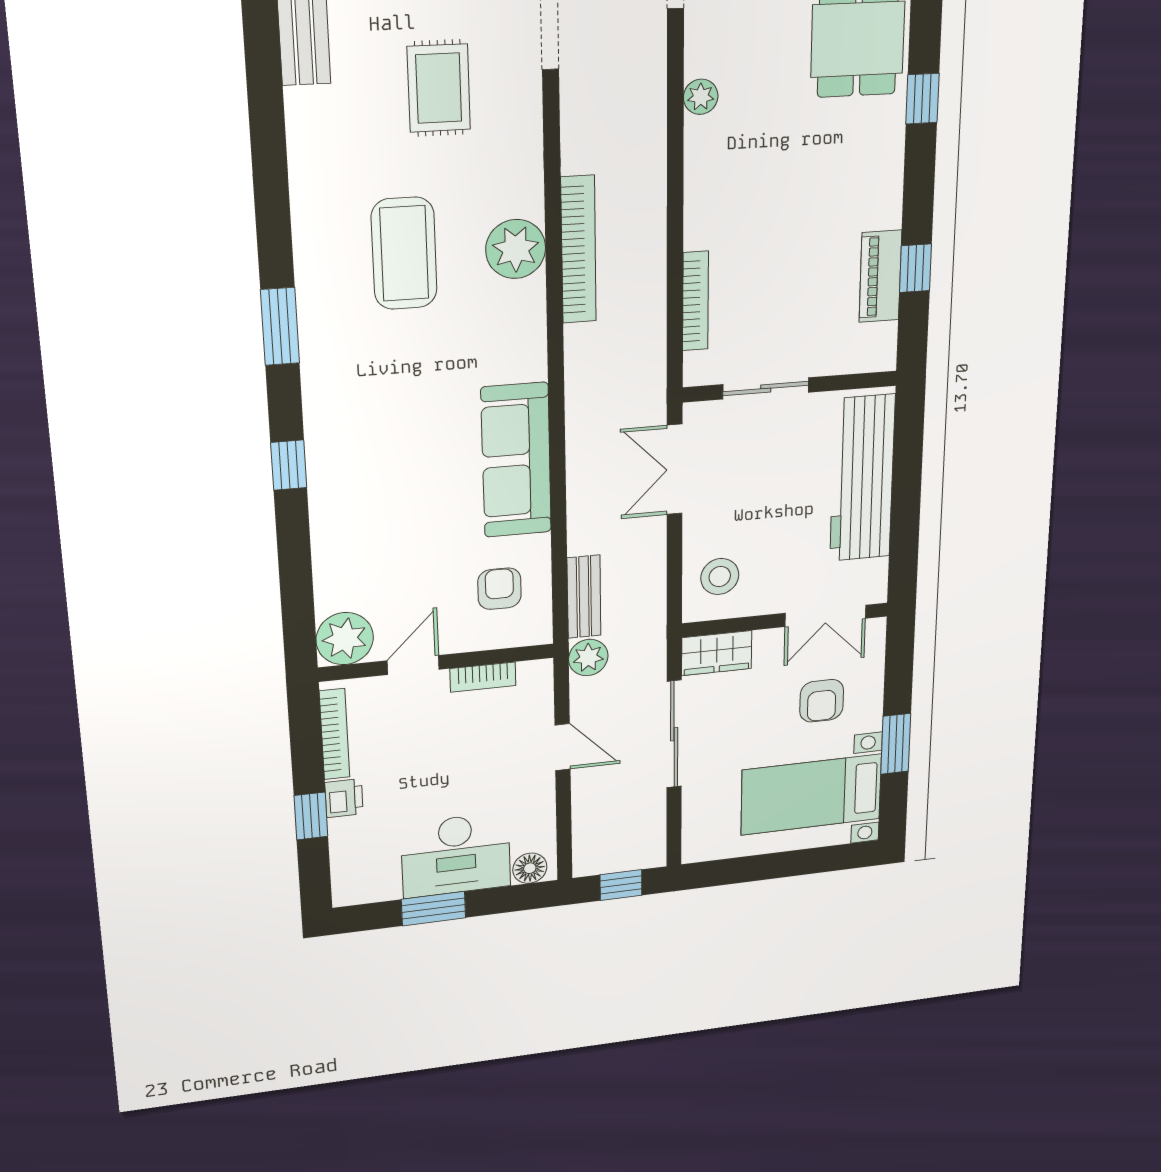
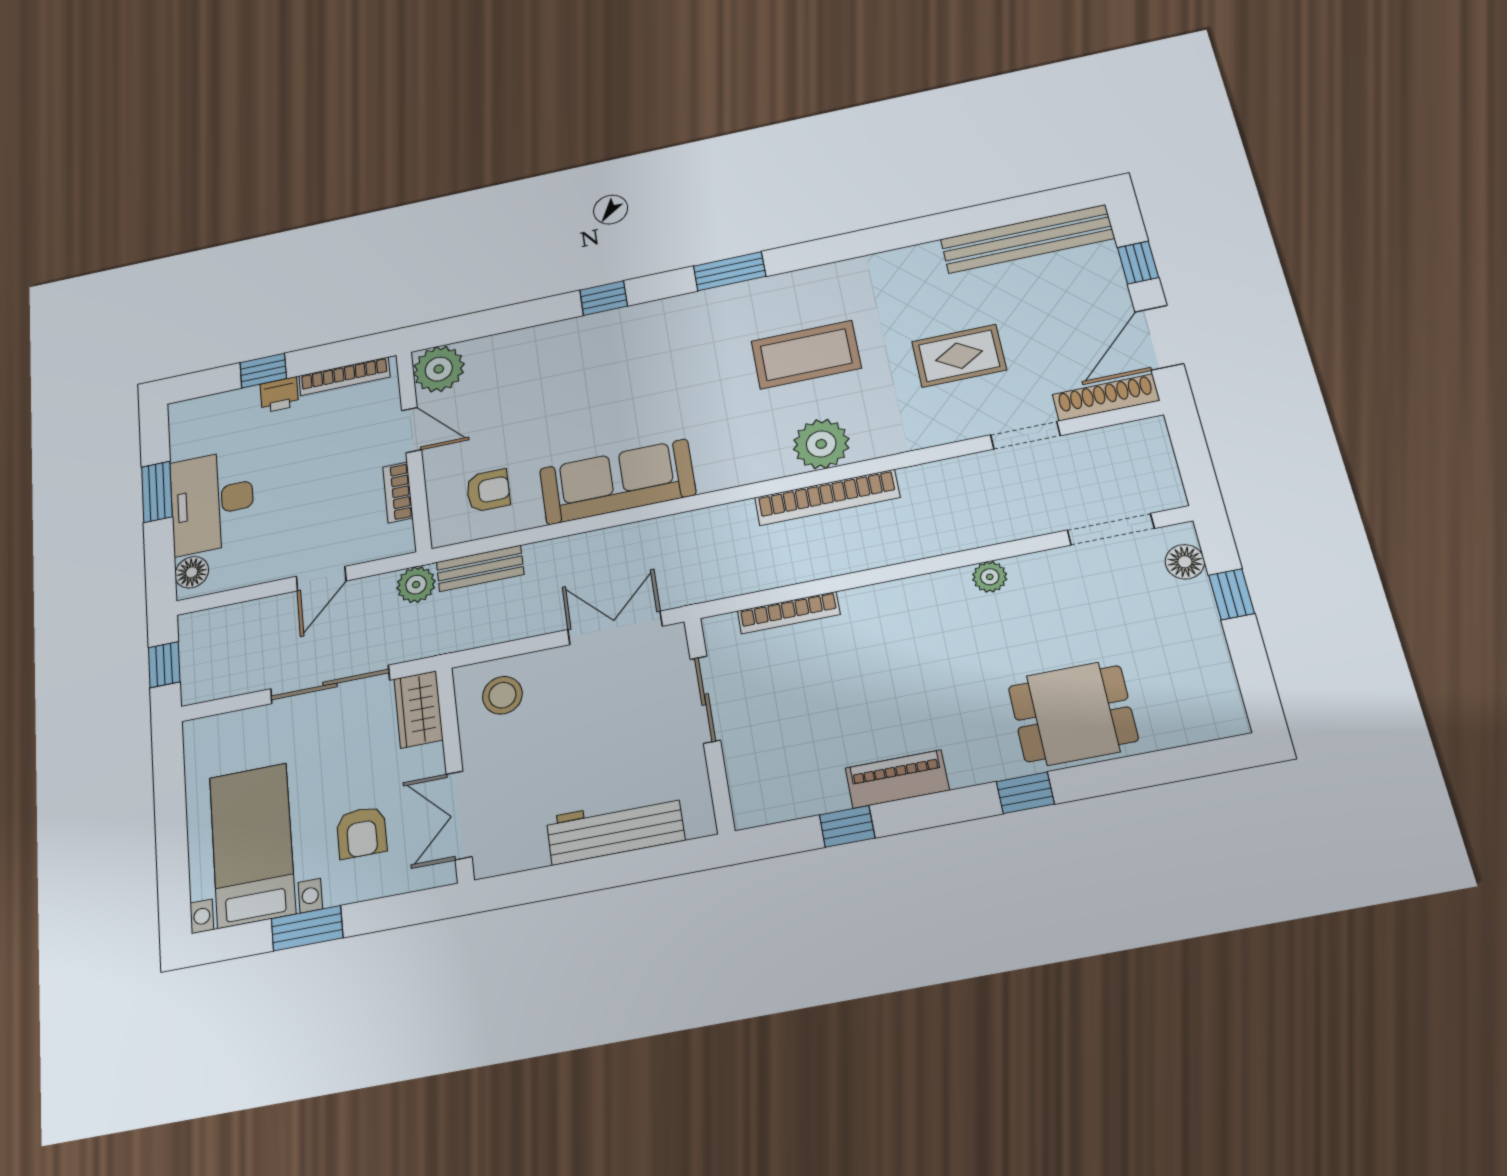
piano: (880, 276) -> (897, 779), moved
workbench: (862, 478) -> (615, 829), width x0.73, depth x0.76
armchair: (822, 701) -> (362, 832), turned -90

